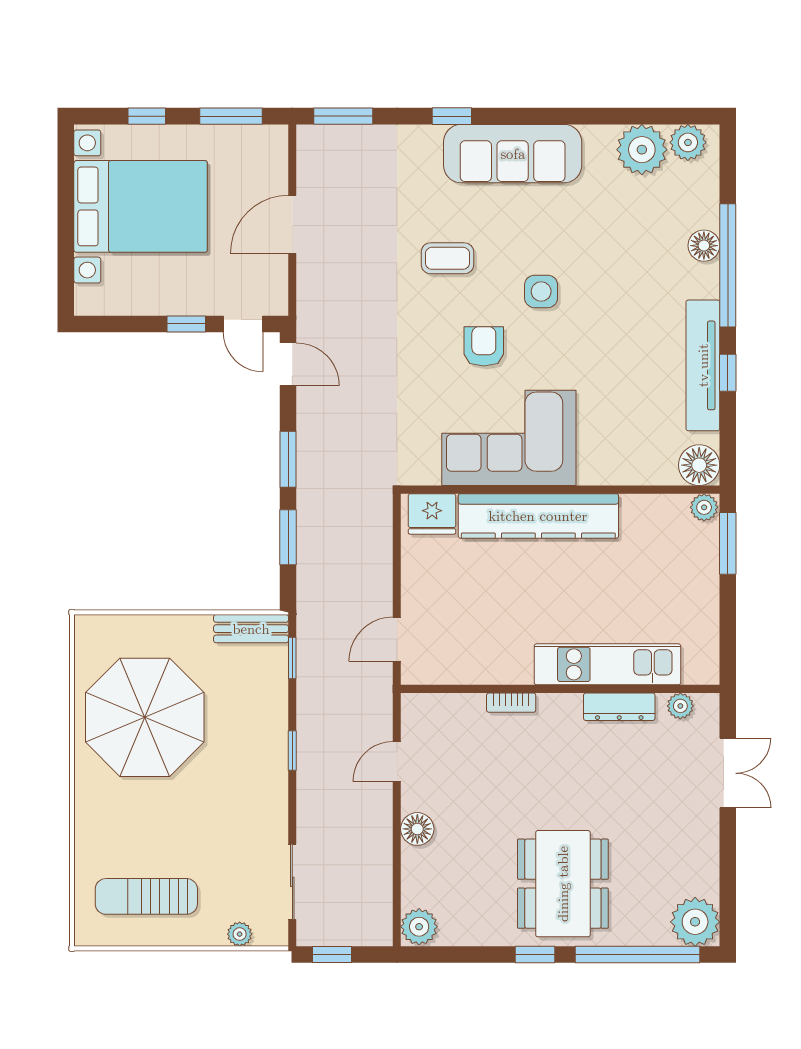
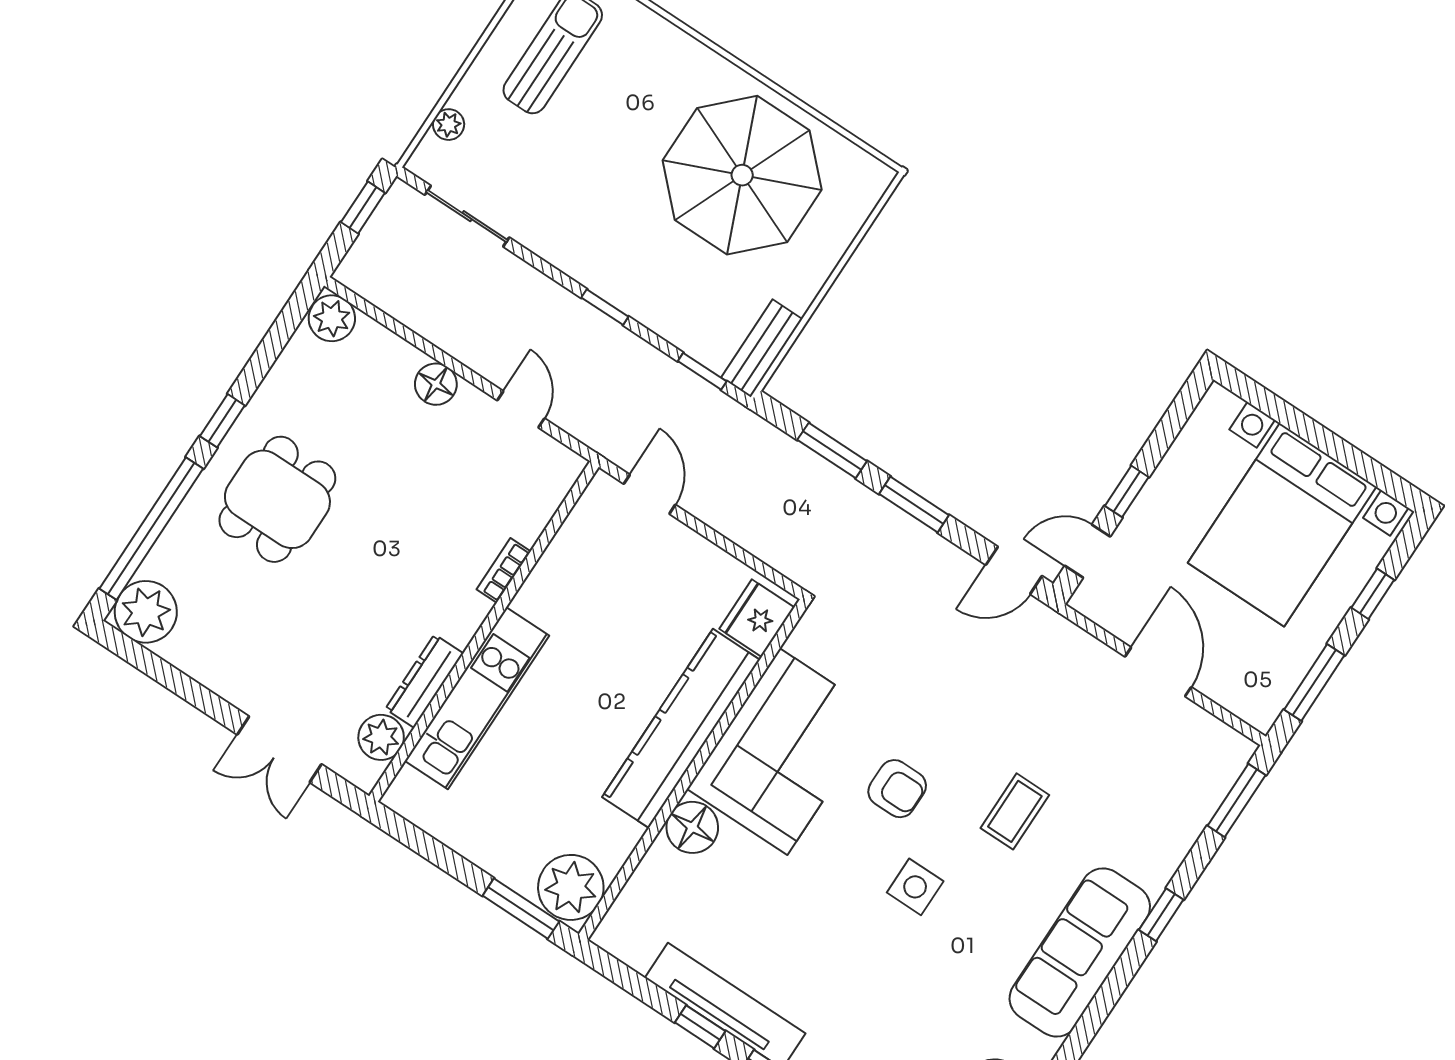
floor lamp: (699, 465) -> (692, 827), moved
plant: (704, 507) -> (571, 887), width x1.88, depth x1.88
plant: (680, 706) -> (381, 737), width x1.38, depth x1.38
dining table: (563, 884) -> (277, 499), width x0.73

